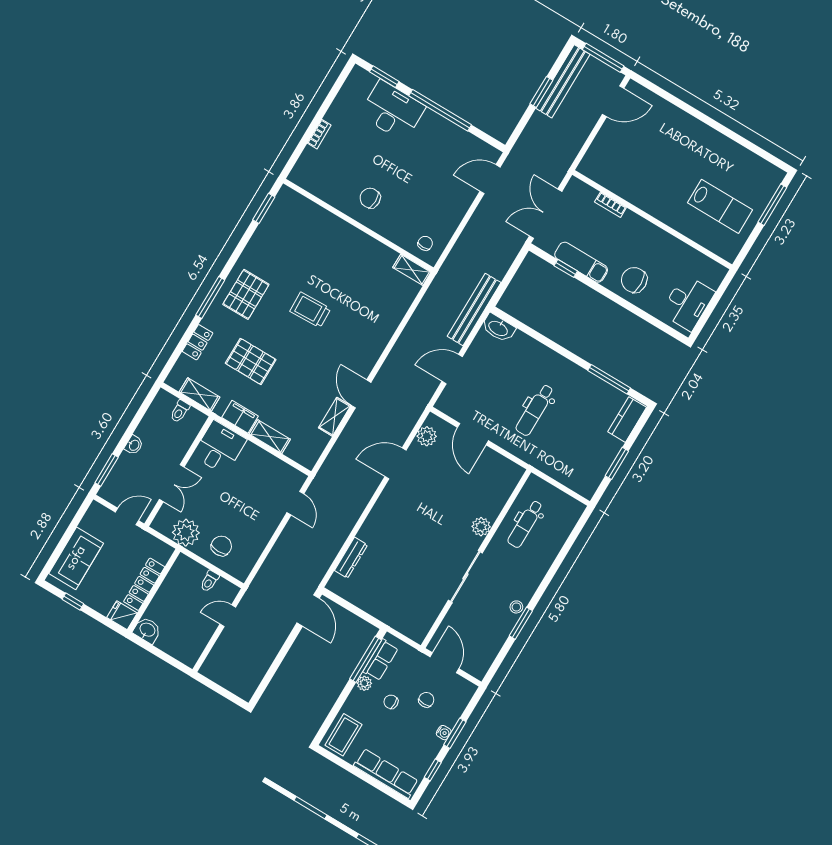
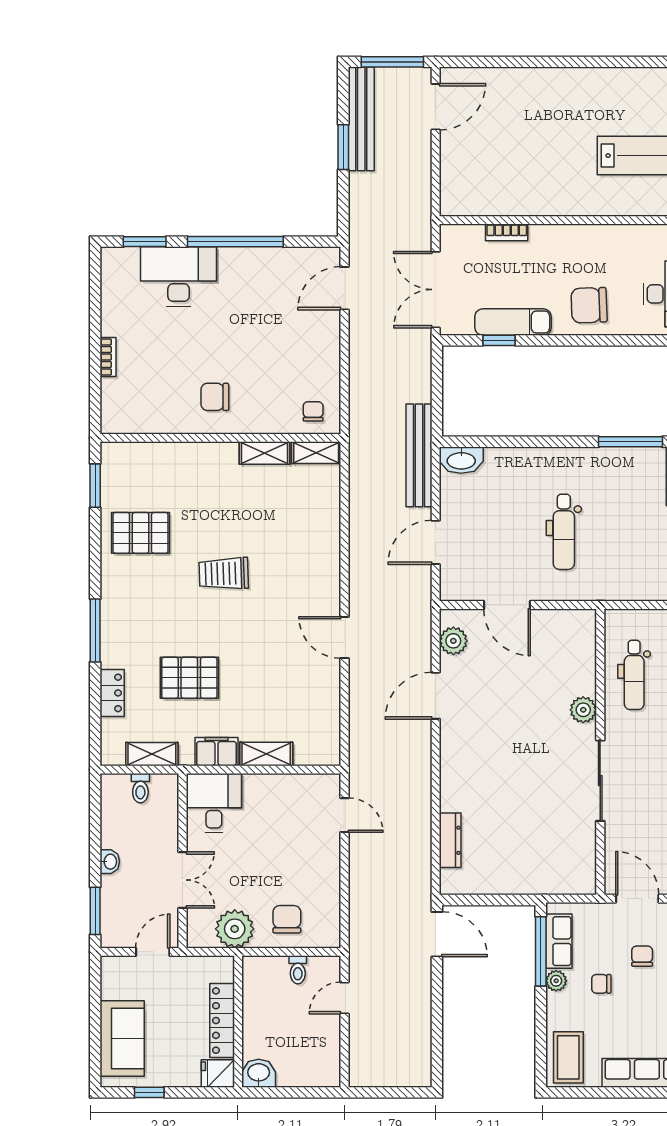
pallet: (246, 294) -> (141, 533), moved, turned 90
shelving: (335, 417) -> (265, 453), moved, turned 90

